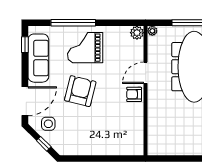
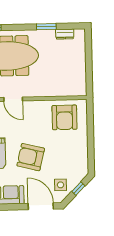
armchair: (134, 94) -> (64, 117), moved, width x1.88, depth x1.88

